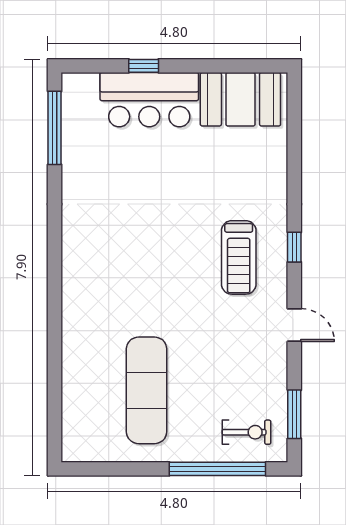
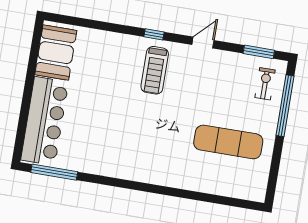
window: (144, 66) -> (25, 110), removed
bar counter: (149, 100) -> (45, 121), width x1.36
treadmill: (239, 257) -> (155, 70), turned 90

